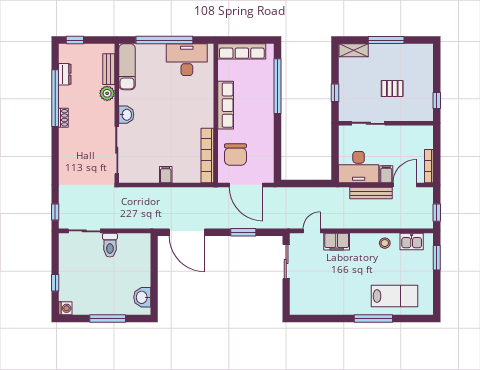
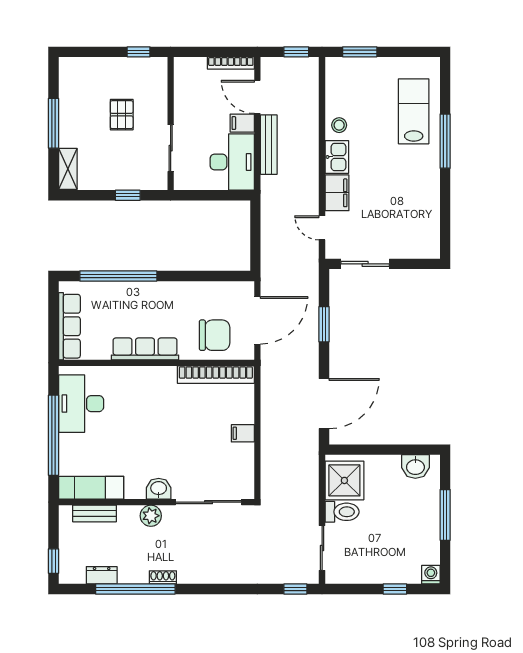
plant: (107, 93) -> (151, 516), moved
kitchen sink: (412, 241) -> (337, 157), moved
shower: (132, 247) -> (344, 480), added

